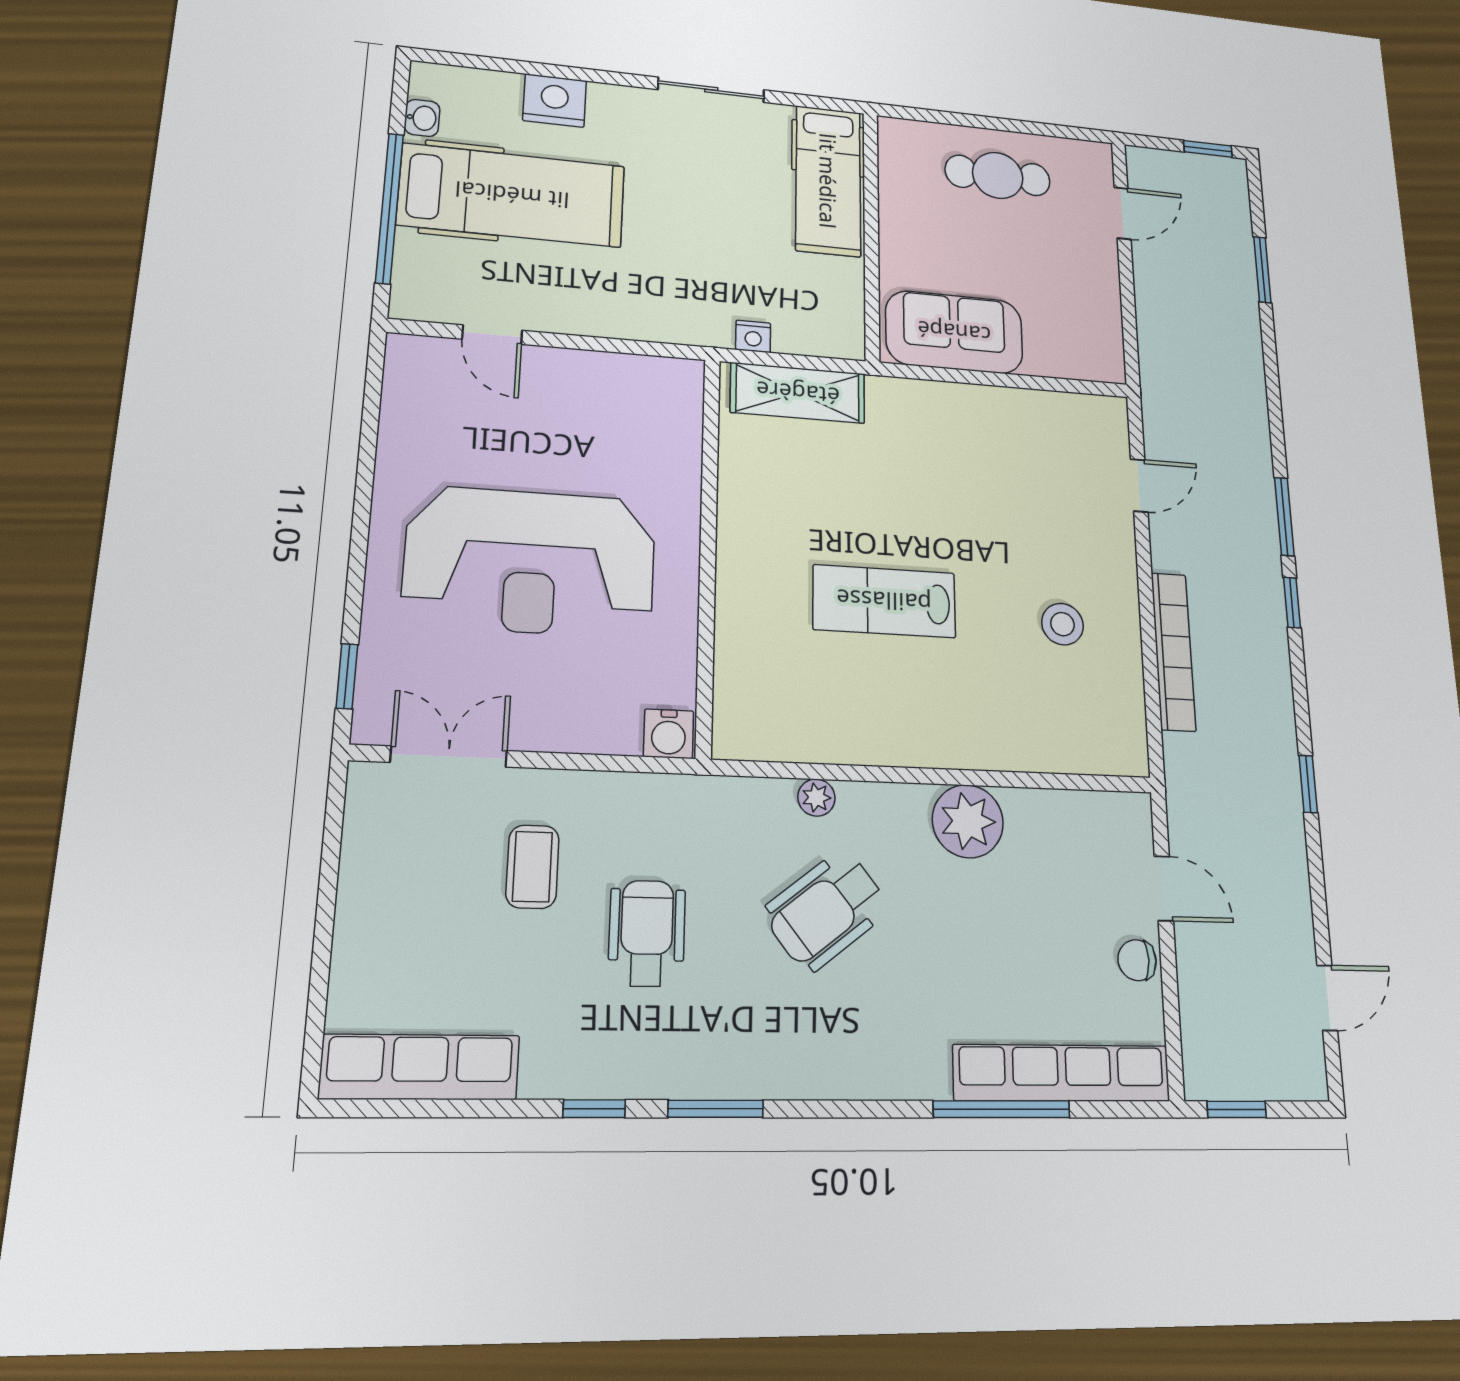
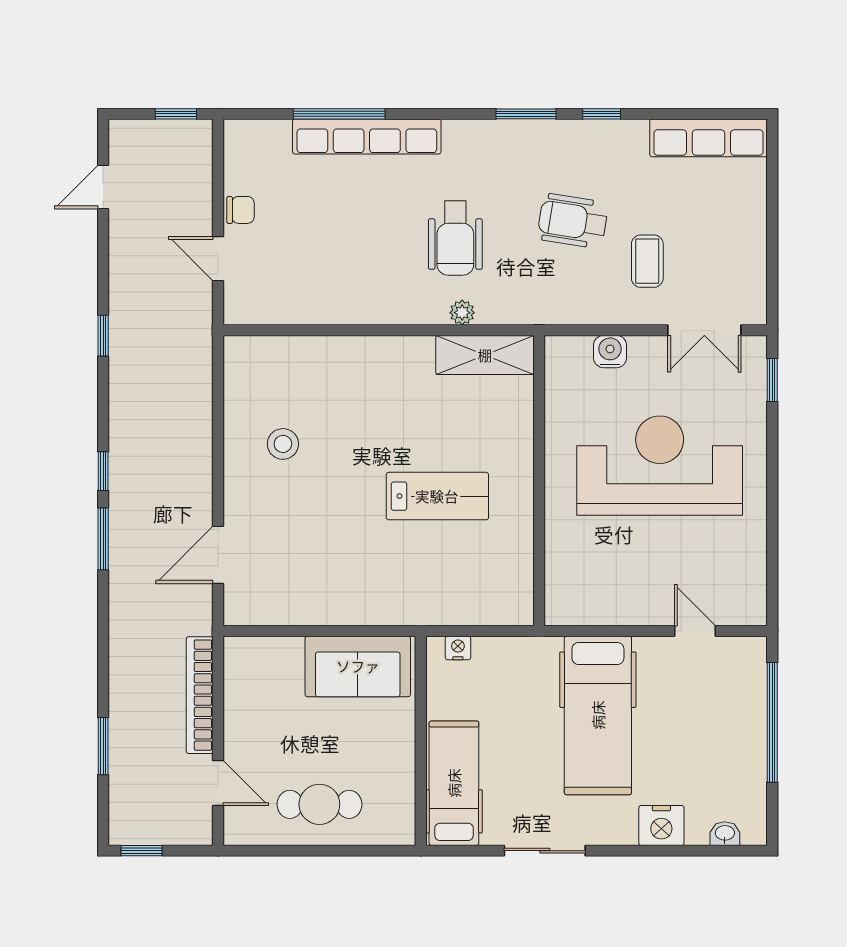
washbasin: (422, 118) -> (725, 834), moved, turned 90
hospital bed: (512, 195) -> (598, 715), moved, turned -90
door: (1123, 213) -> (218, 783), swing flipped
nightstand: (753, 336) -> (458, 648), moved
shelving: (798, 393) -> (485, 355), moved
door: (1139, 485) -> (218, 555), width x1.37
lab bench: (884, 601) -> (437, 496), moved
bookcase: (1173, 651) -> (200, 695), moved
water cooler: (669, 734) -> (610, 352), moved
plant: (968, 821) -> (357, 300), removed
wheelchair: (826, 910) -> (455, 238), turned 128
wheelchair: (647, 933) -> (573, 221), turned 99
row of seats: (1062, 1073) -> (367, 137), moved

